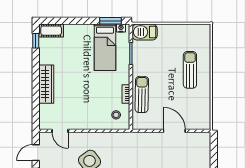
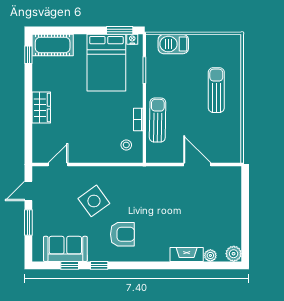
cot: (51, 31) -> (53, 45), width x1.37, depth x1.34
barbecue: (145, 32) -> (173, 44), moved
bed: (105, 47) -> (106, 63), width x1.50
wardrobe: (46, 84) -> (41, 108), width x0.67
door: (60, 131) -> (58, 164), swing flipped

